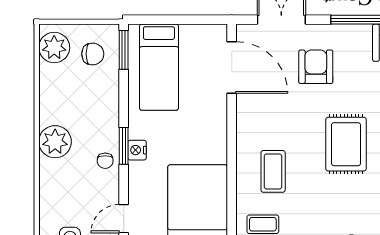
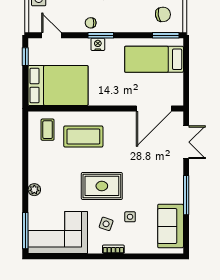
chair: (93, 54) -> (163, 14), turned -99
armchair: (316, 67) -> (154, 166), removed
coffee table: (273, 171) -> (83, 137), width x1.36, depth x1.32

